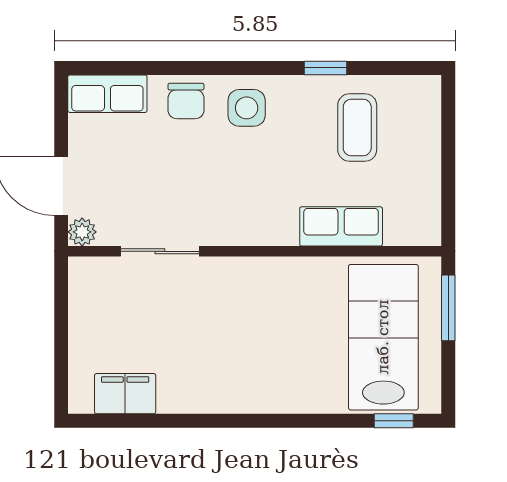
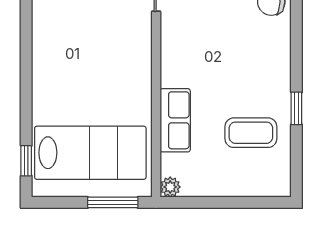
side table: (247, 108) -> (266, 48), removed
plant: (428, 233) -> (170, 187), added

